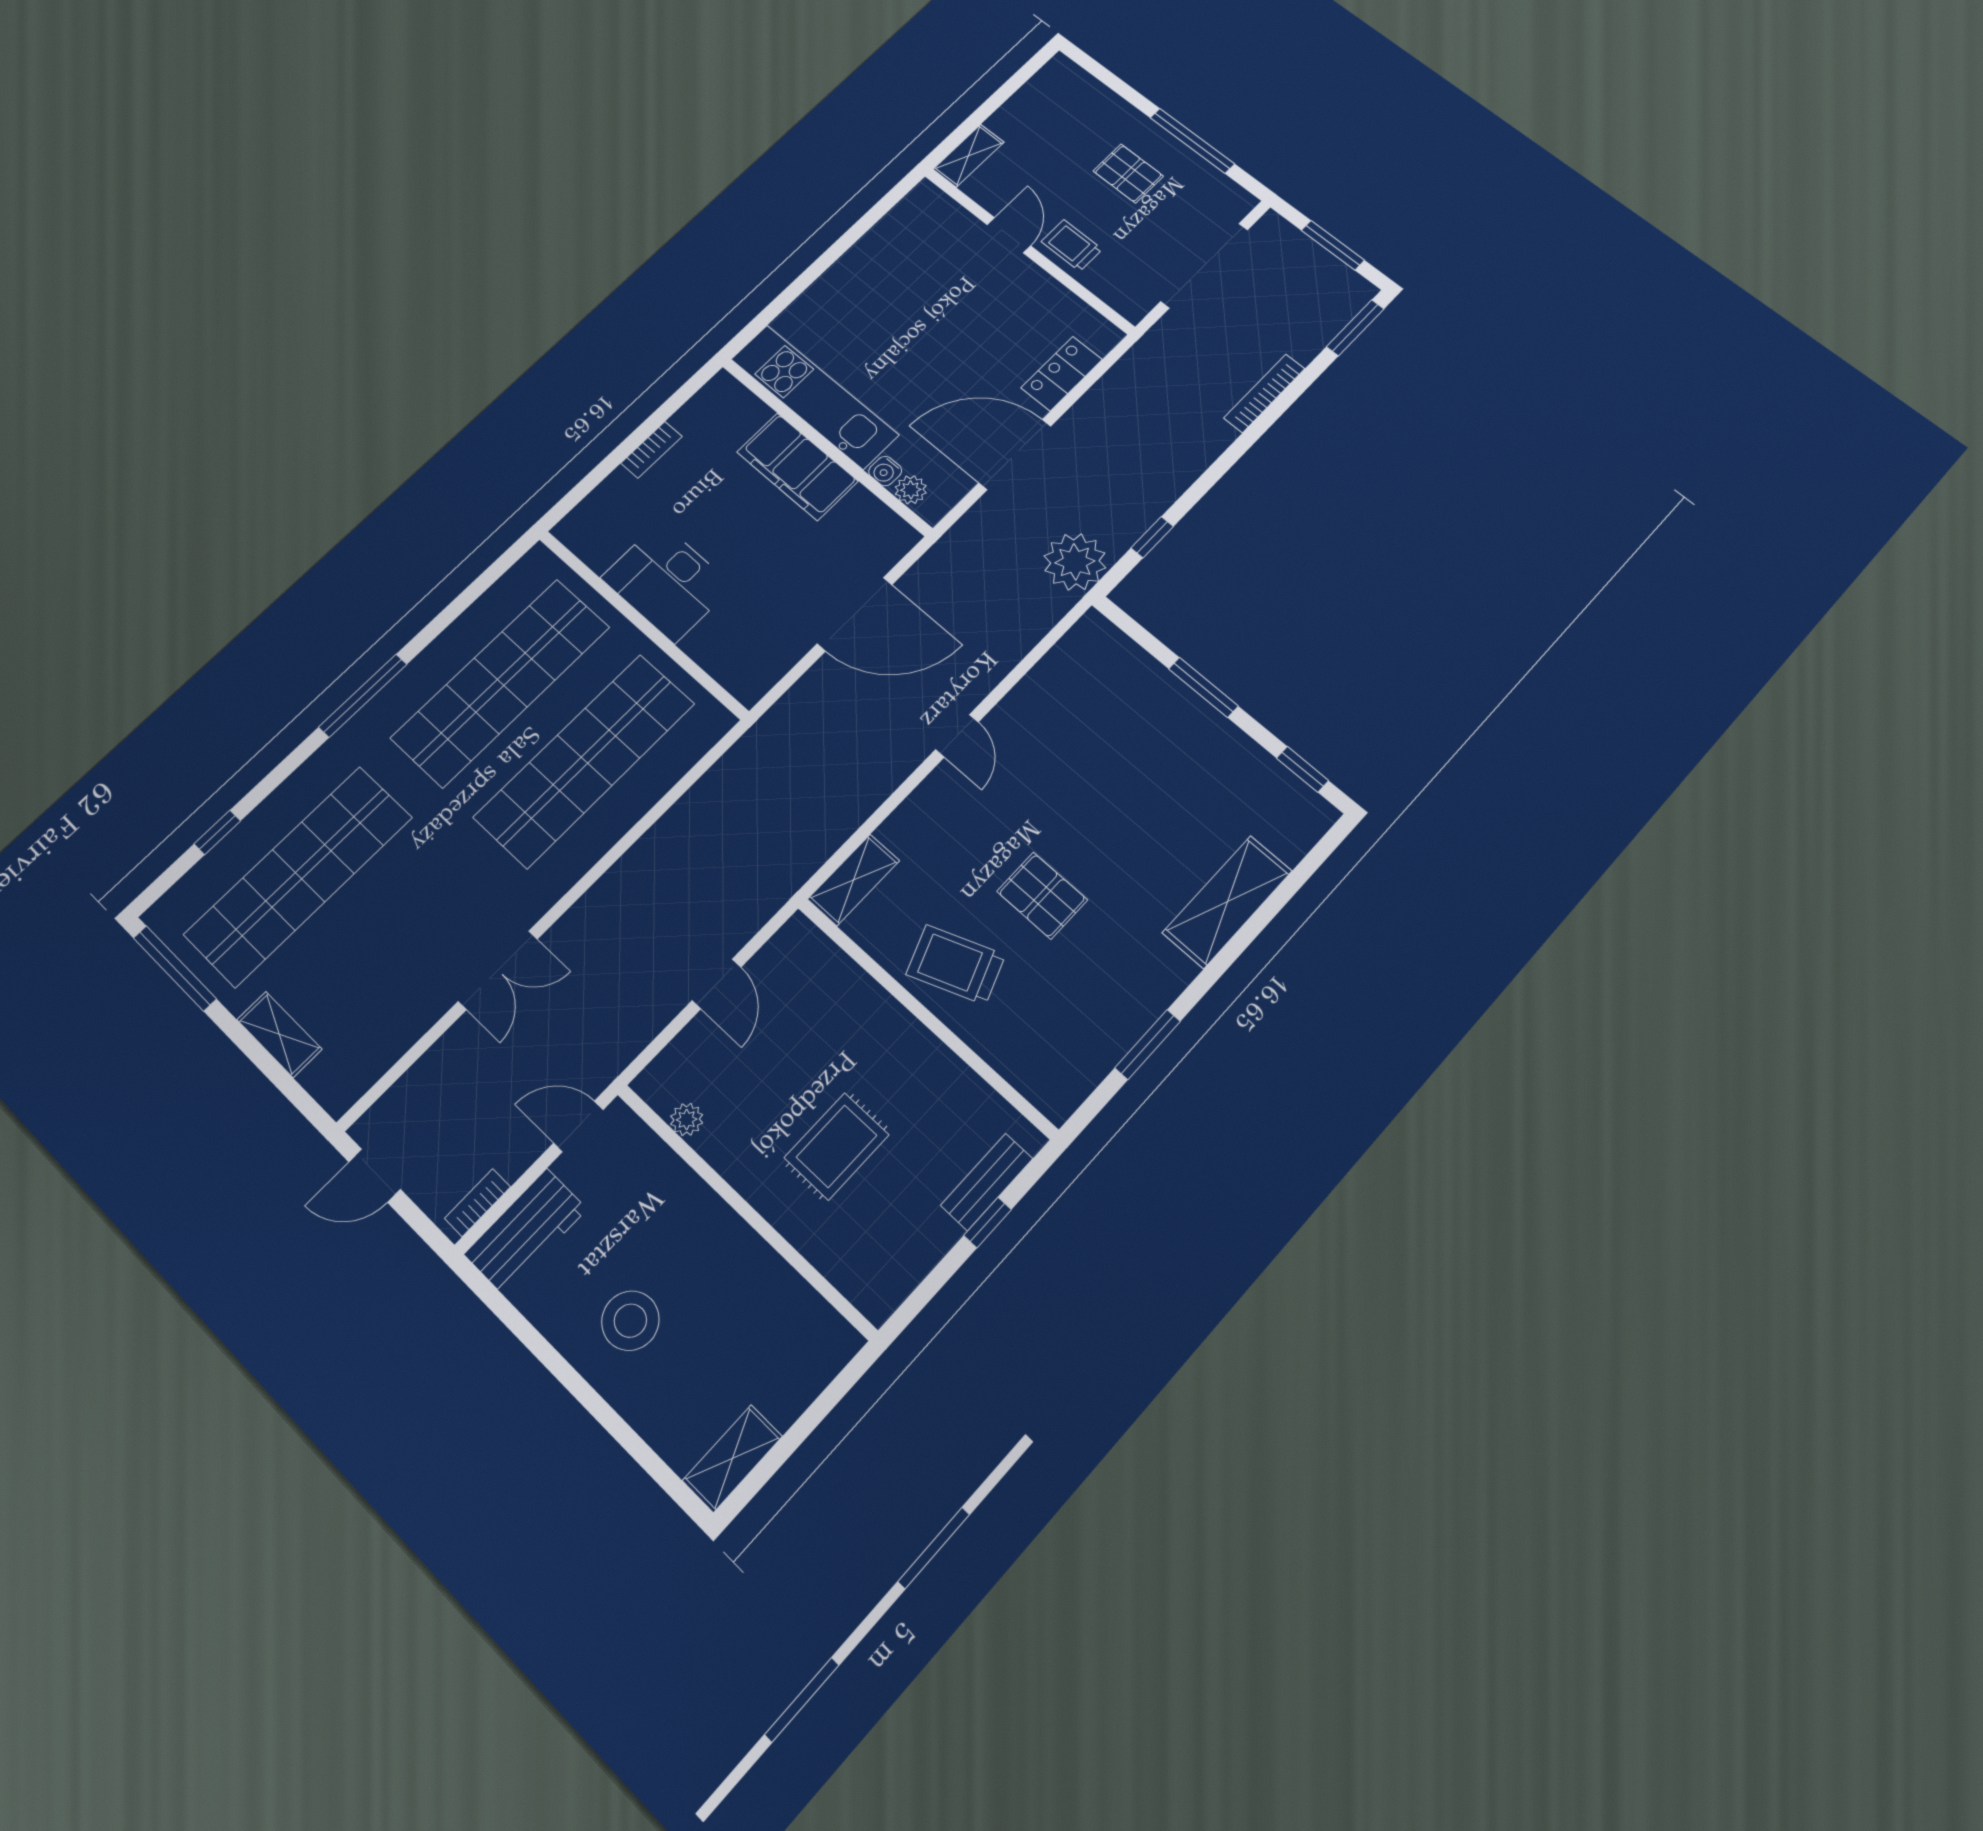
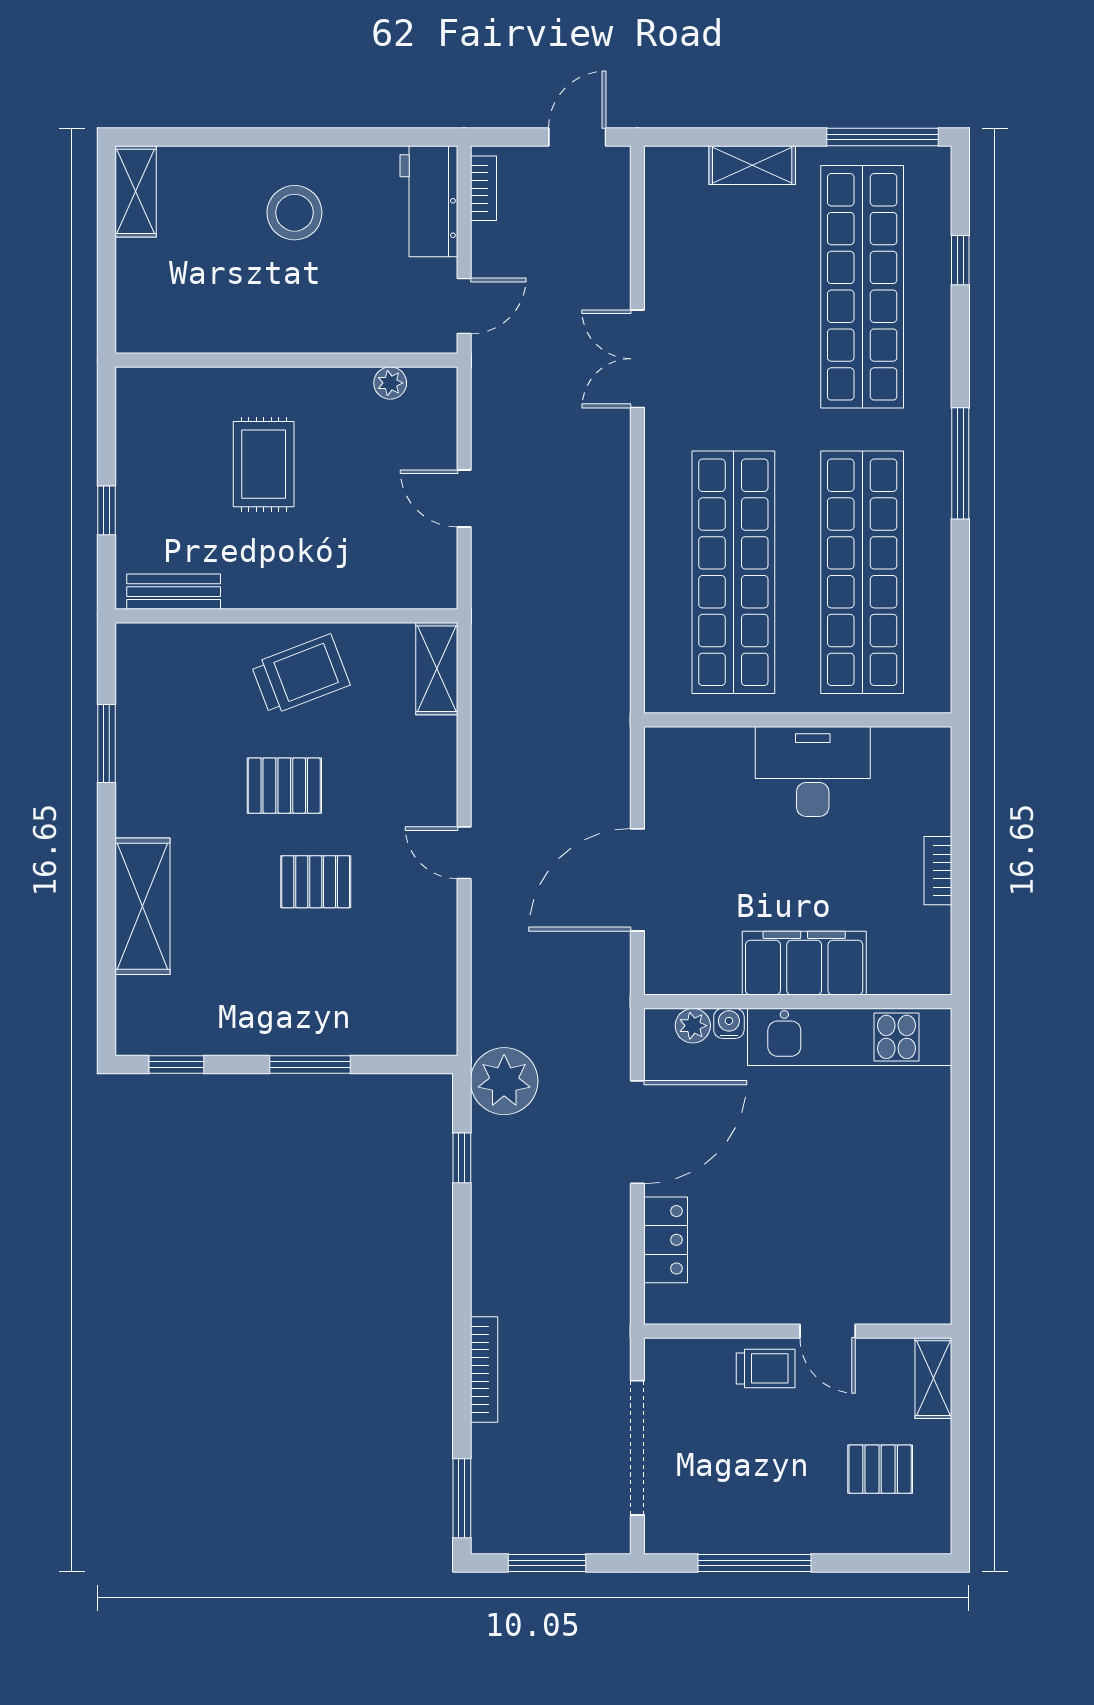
pallet: (1128, 174) -> (880, 1469), moved
pallet: (1082, 808) -> (316, 882), added
bench: (987, 1182) -> (174, 592), moved, turned 90

